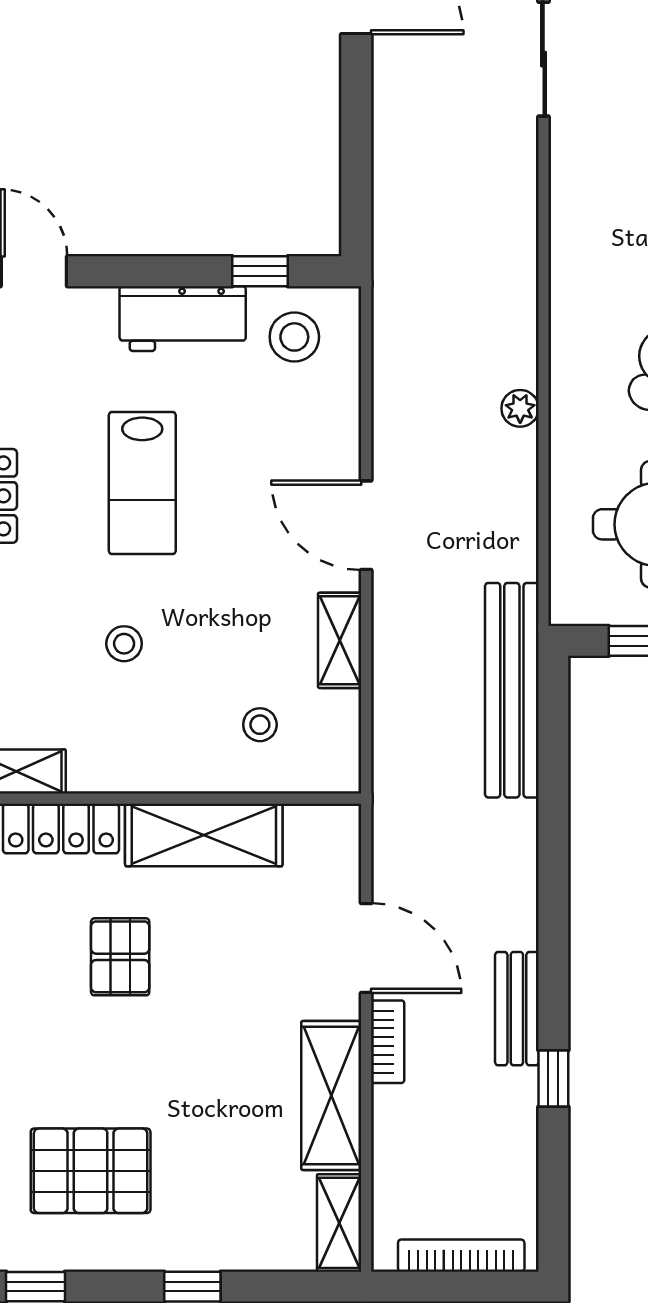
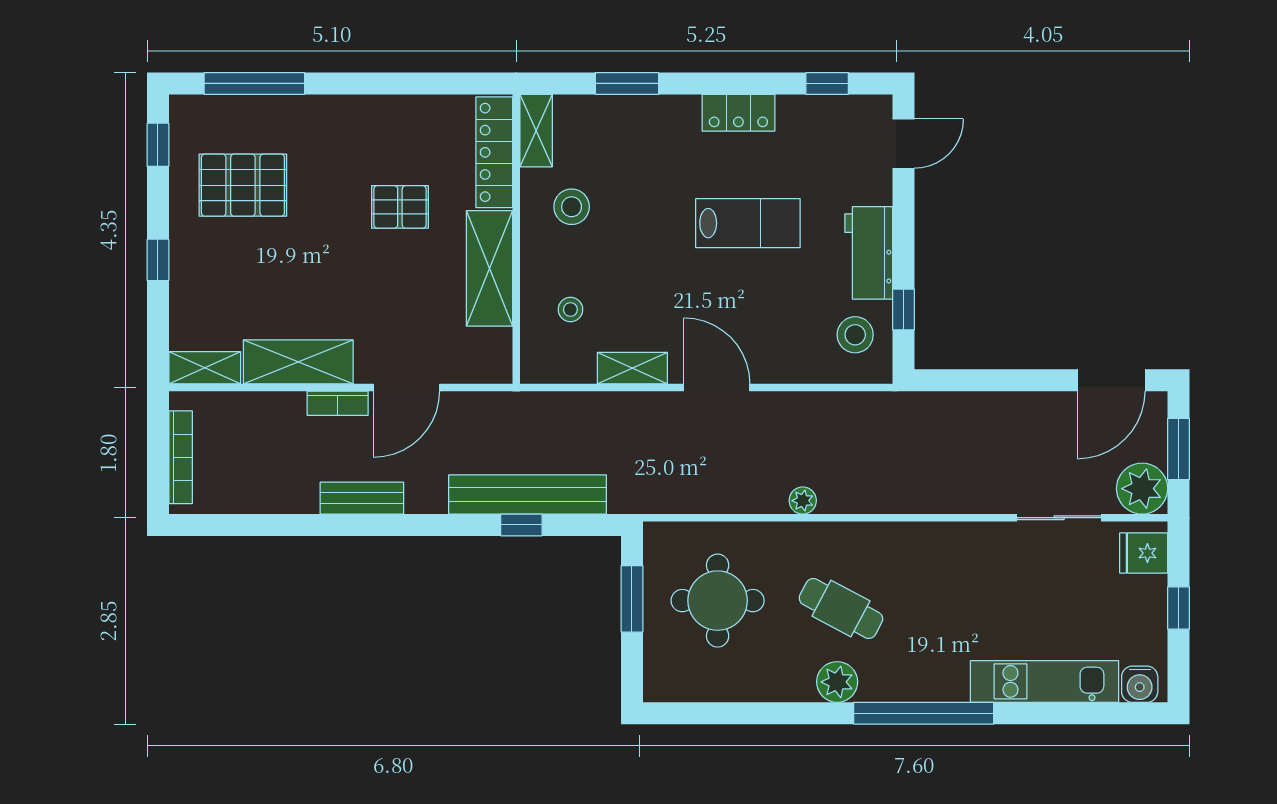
lab bench: (142, 483) -> (748, 223), turned 180
door: (366, 525) -> (717, 387), hinge flipped
stool: (124, 644) -> (572, 207), moved, width x1.37, depth x1.37
bench: (512, 690) -> (527, 495), moved
window: (553, 1079) -> (521, 525), moved
pallet: (91, 1171) -> (243, 185), turned 90

